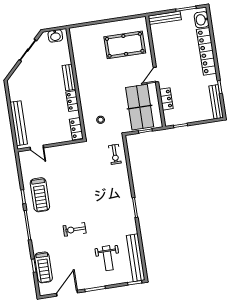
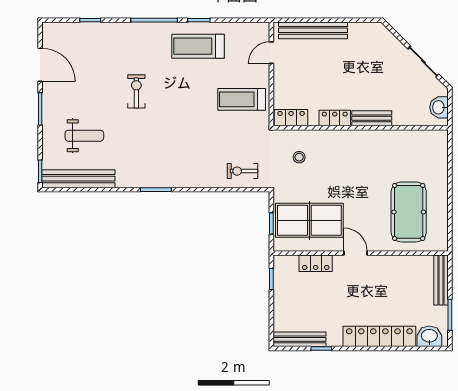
weight bench: (108, 258) -> (84, 136), turned 180
treadmill: (44, 267) -> (242, 99), moved

